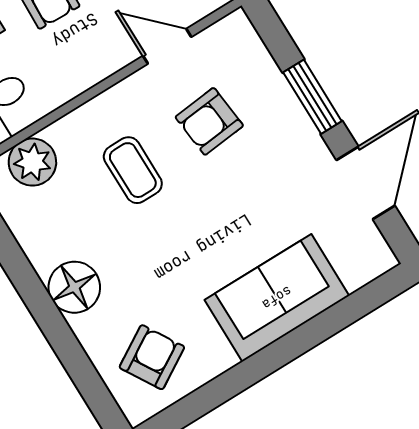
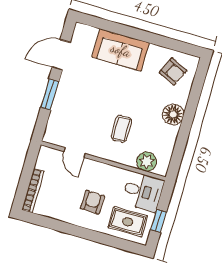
armchair: (209, 121) -> (86, 119), removed
armchair: (152, 357) -> (173, 72), turned -124

